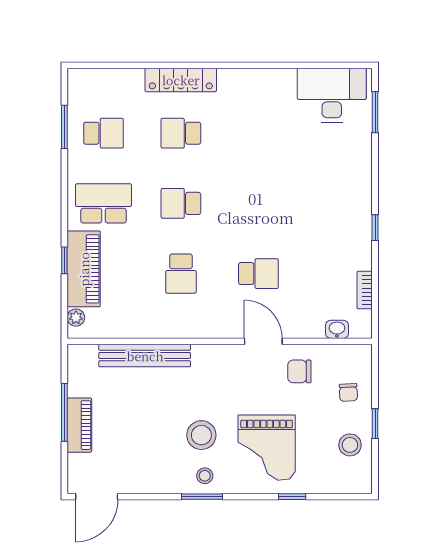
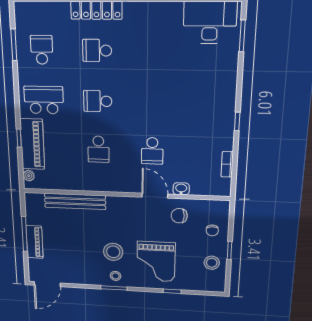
school desk: (104, 133) -> (42, 50), turned -90
school desk: (258, 274) -> (152, 151), turned 90
washbasin: (337, 329) -> (181, 189), moved

